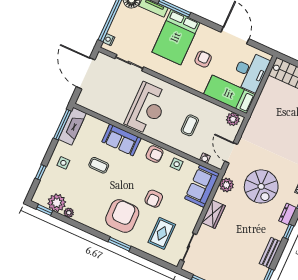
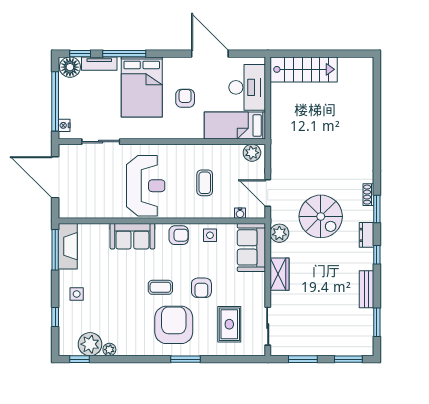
coffee table: (99, 165) -> (160, 287), moved

